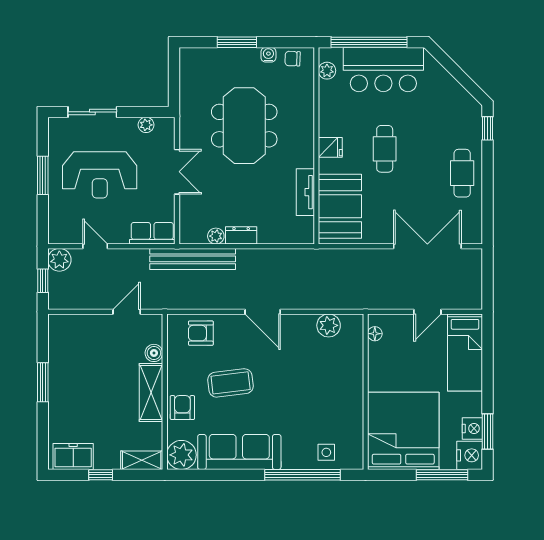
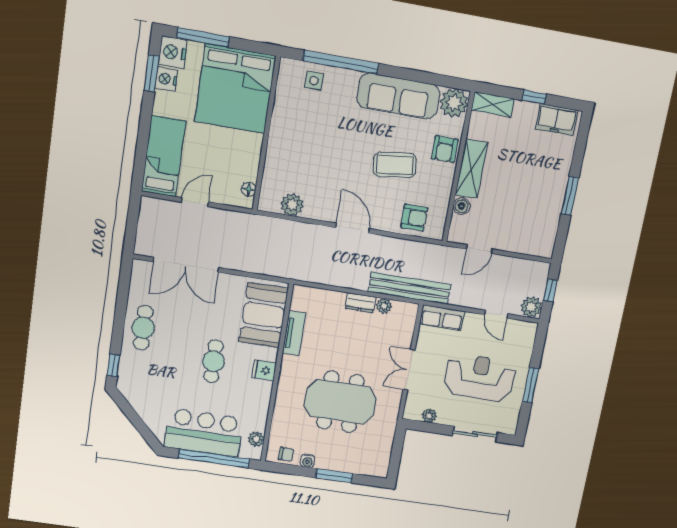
meeting table: (244, 126) -> (340, 402), turned 90

